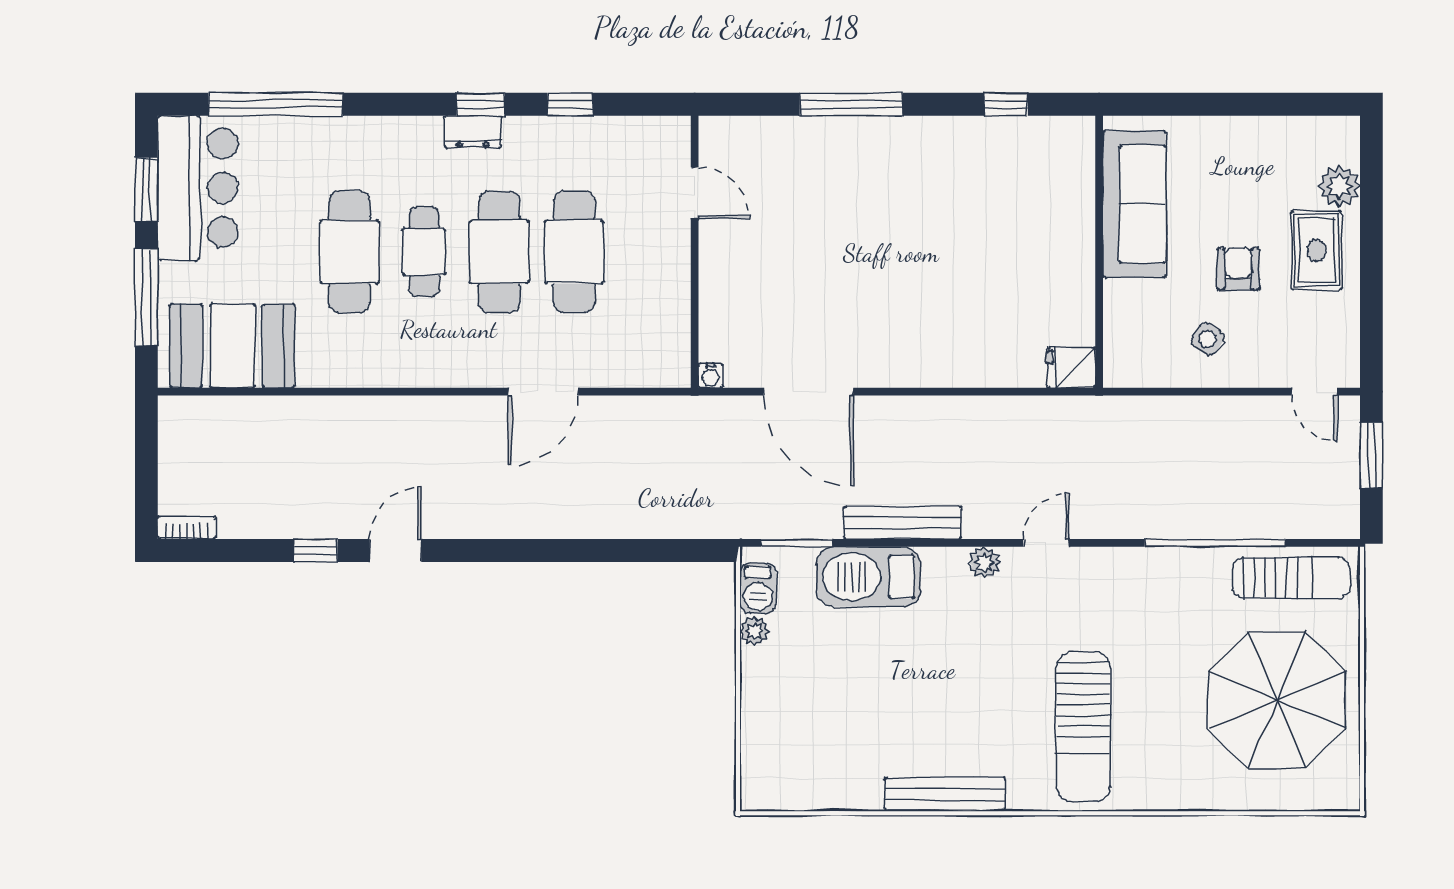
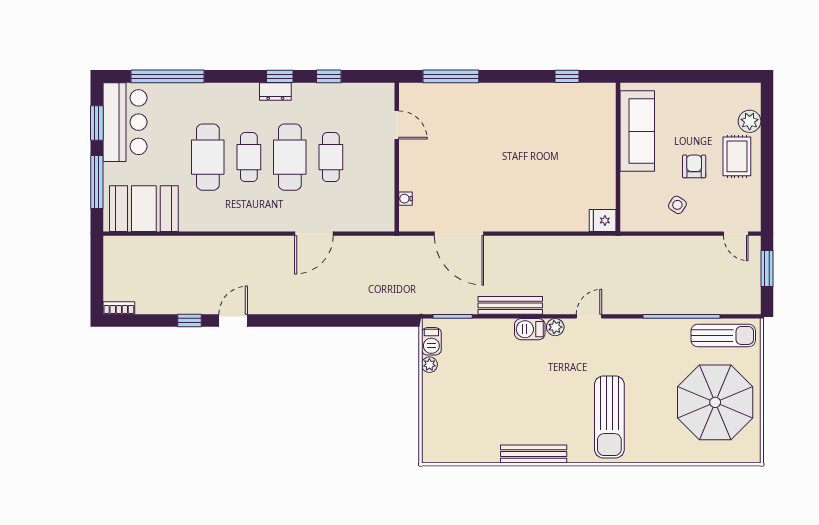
window: (851, 104) -> (451, 76), moved
cafe table: (574, 252) -> (331, 157), width x0.73, depth x0.74
water cooler: (711, 376) -> (405, 199), moved, turned 90
barbecue: (868, 577) -> (530, 329), moved, width x0.53, depth x0.65

